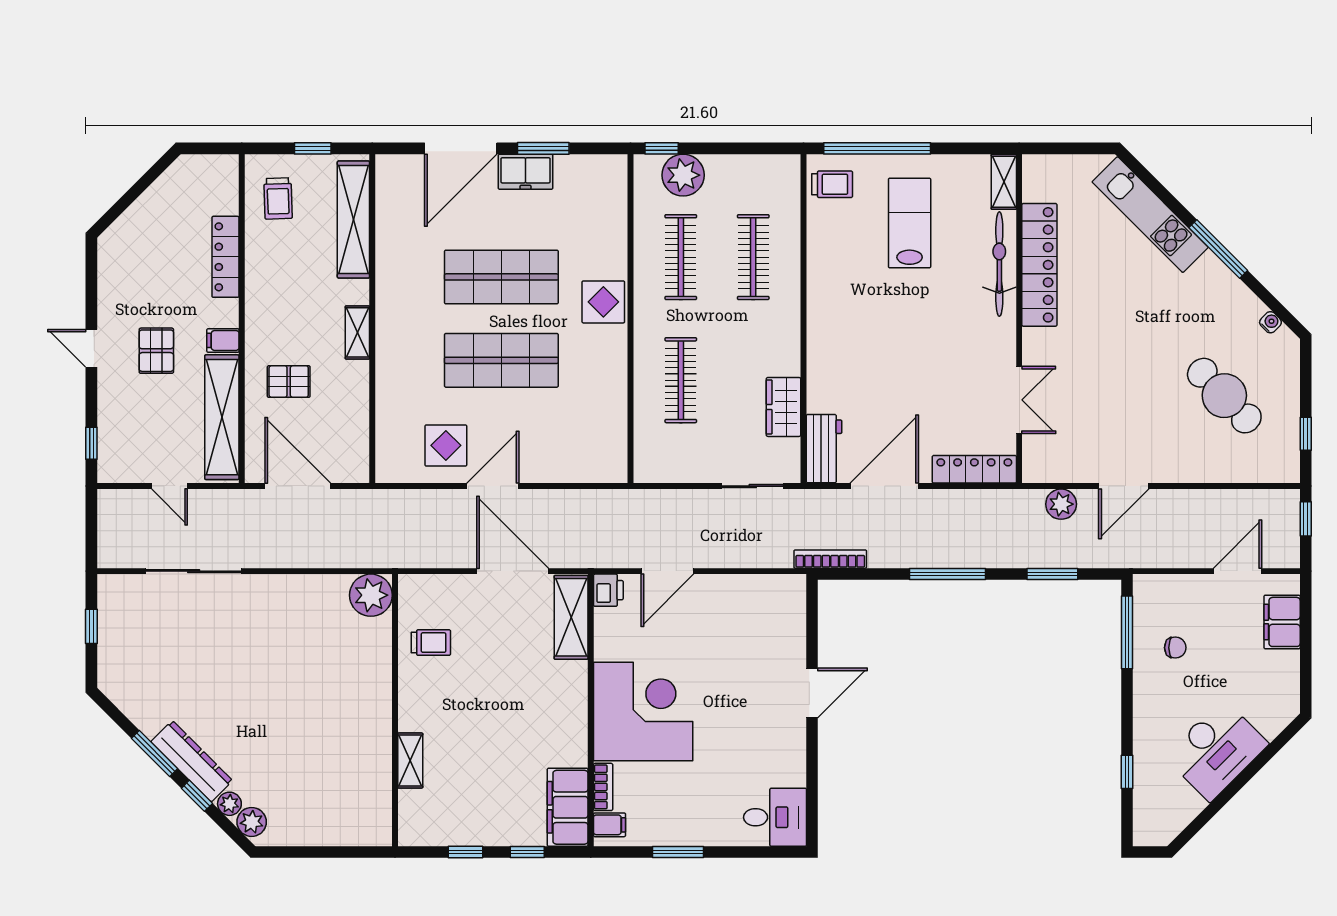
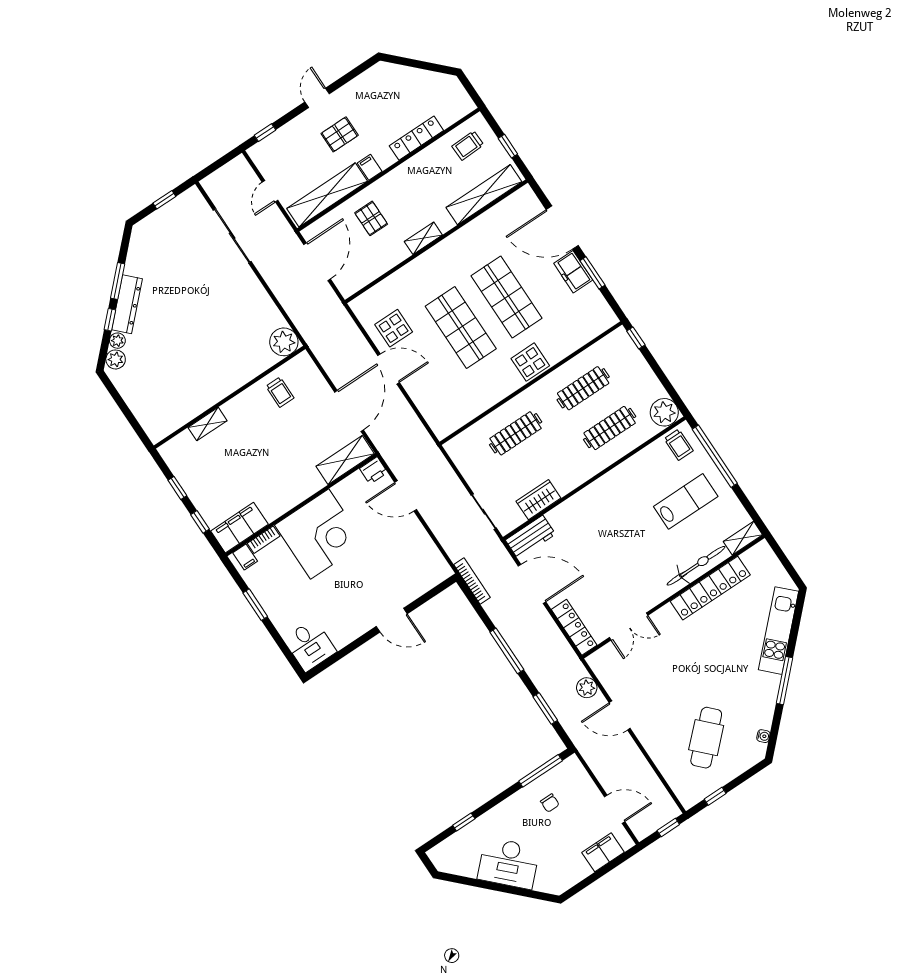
plant: (683, 175) -> (664, 412), moved

